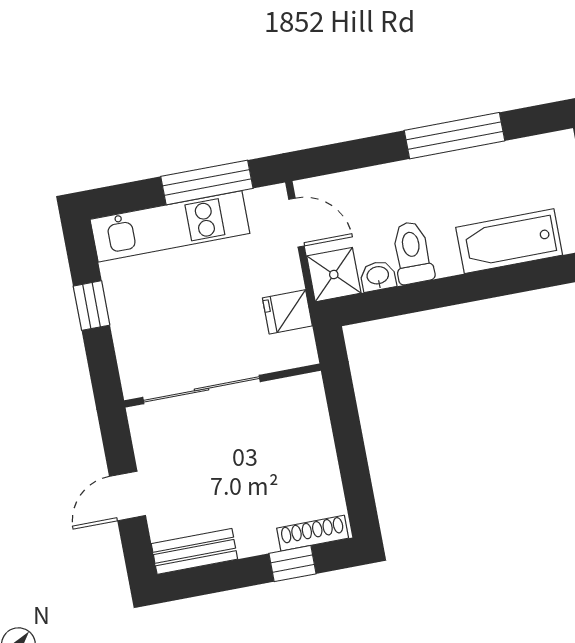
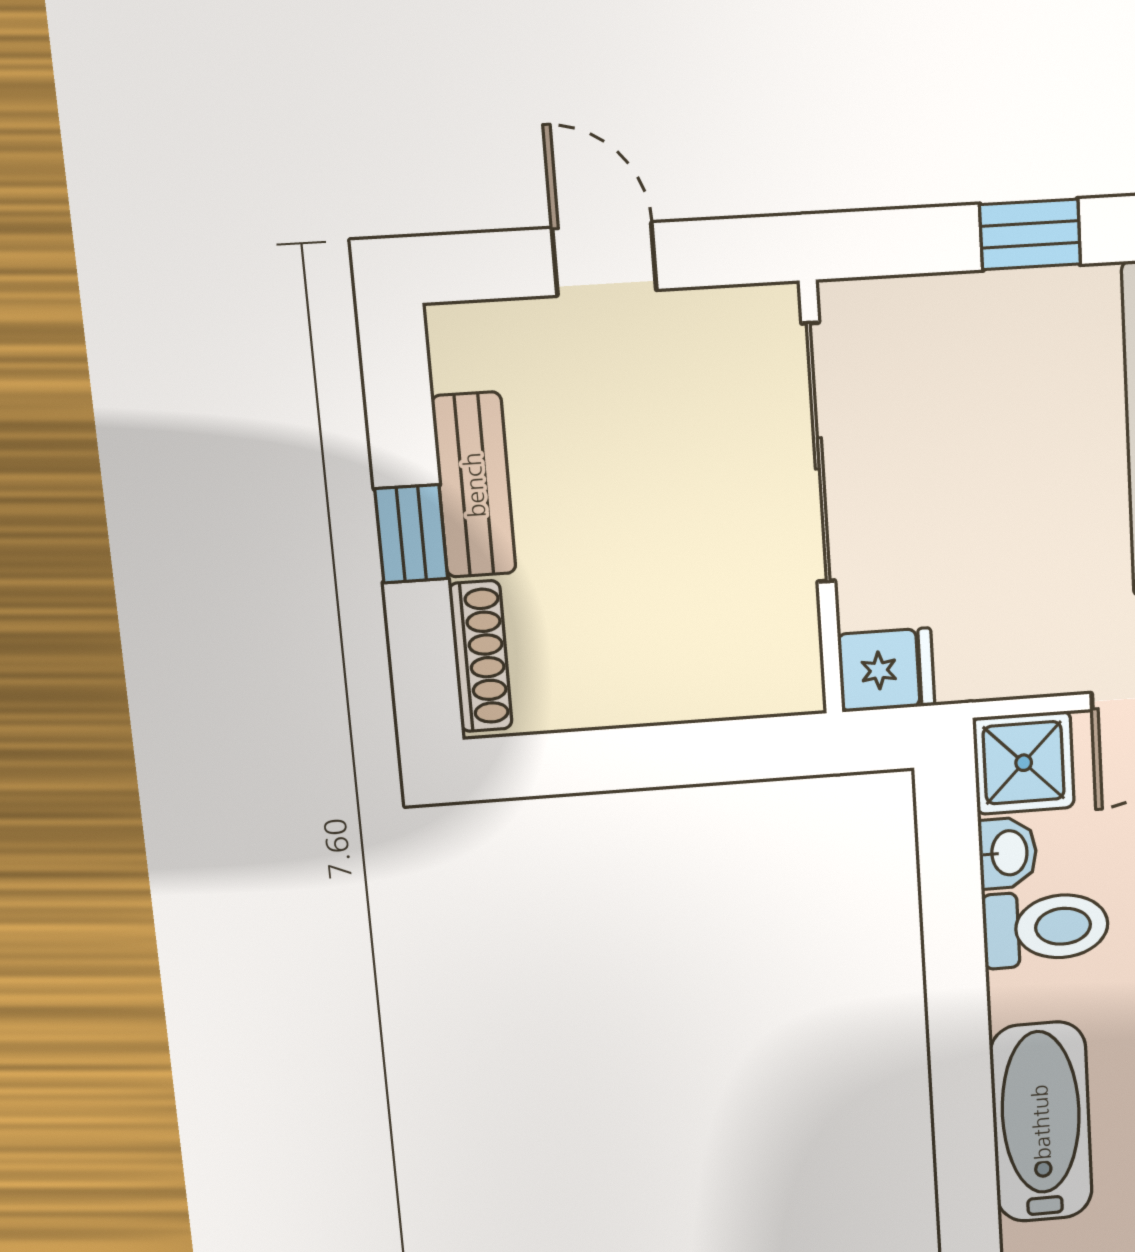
fridge: (287, 312) -> (886, 670), moved, turned 90
bench: (194, 551) -> (474, 485), moved
window: (292, 564) -> (411, 534), moved

